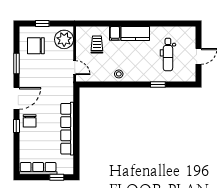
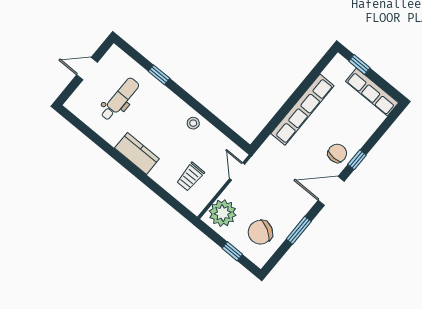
filing cabinet: (115, 33) -> (160, 172), removed
chair: (36, 46) -> (260, 232), turned 119

